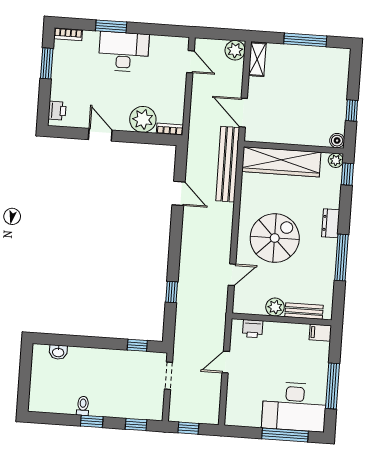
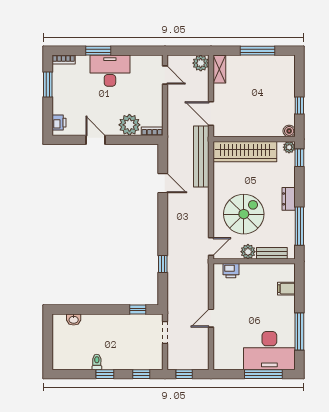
plant: (275, 307) -> (248, 252), moved
bench: (304, 311) -> (272, 253), moved
wall: (282, 319) -> (254, 261), moved
printer: (253, 329) -> (231, 271), moved

